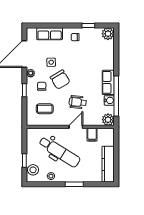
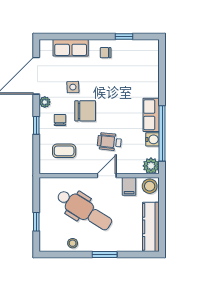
plant: (108, 34) -> (151, 48), removed
chair: (60, 80) -> (85, 111), turned -59
stool: (33, 170) -> (150, 186), moved

